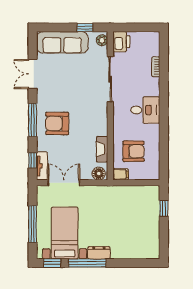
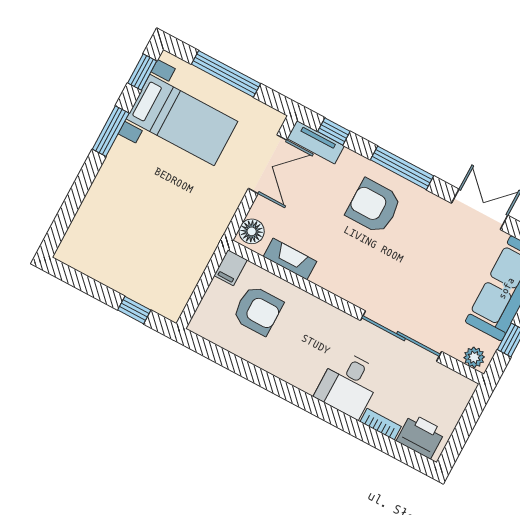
printer: (121, 42) -> (421, 436), moved, turned 180
desk: (145, 110) -> (348, 384), moved
armchair: (57, 124) -> (374, 206), turned -90
armchair: (134, 151) -> (258, 310), turned -90
dresser: (99, 253) -> (118, 160), removed
window: (87, 263) -> (111, 131), width x0.69

